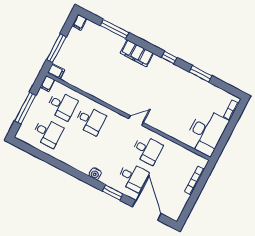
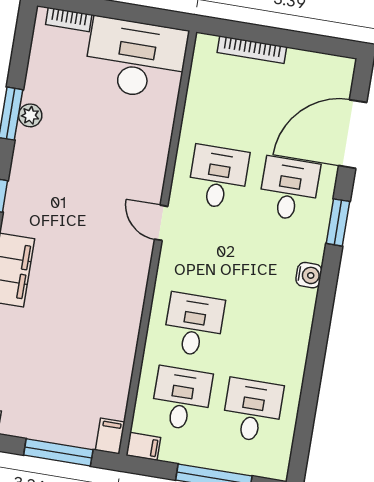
plant: (197, 82) -> (30, 115), added

